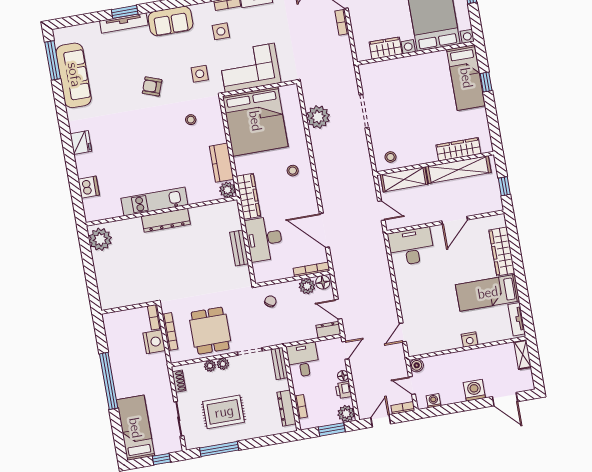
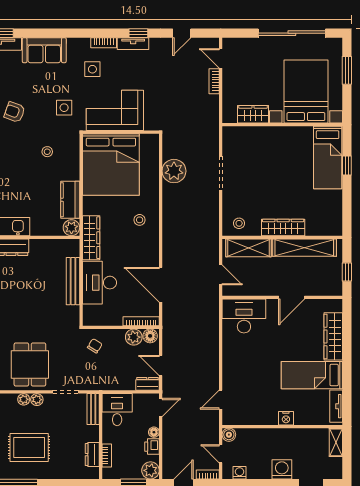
wardrobe: (458, 149) -> (283, 227), moved
bench: (239, 248) -> (73, 281), width x1.36
dresser: (286, 408) -> (92, 455), width x0.70

